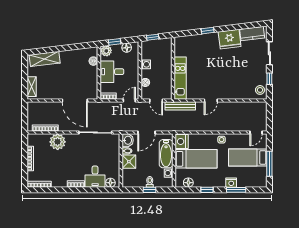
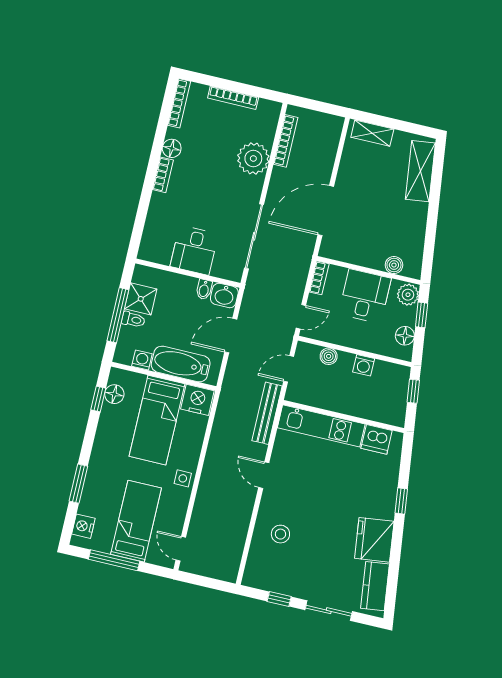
dishwasher: (180, 50) -> (377, 439), added
stool: (260, 90) -> (280, 534), moved
door: (129, 101) -> (301, 317), hinge flipped
door: (146, 133) -> (231, 336), hinge flipped
shower: (129, 162) -> (141, 299), moved
desk: (95, 177) -> (194, 250), moved, turned -90
floor lamp: (110, 183) -> (172, 148), moved
nightstand: (231, 183) -> (83, 526), moved
window: (149, 190) -> (118, 315), width x2.17
window: (207, 190) -> (98, 399), moved

